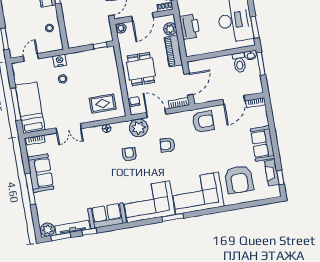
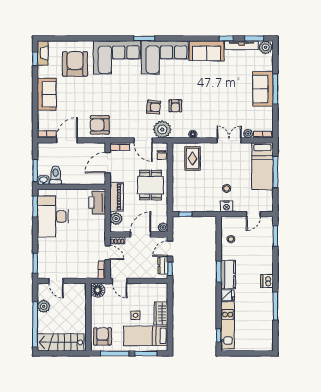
printer: (190, 27) -> (97, 203), moved
rug: (103, 104) -> (193, 158), turned 90
plant: (50, 139) -> (248, 134), added
armchair: (167, 145) -> (154, 107), moved
sofa: (41, 173) -> (263, 89), moved
fireplace: (272, 173) -> (43, 53), moved

